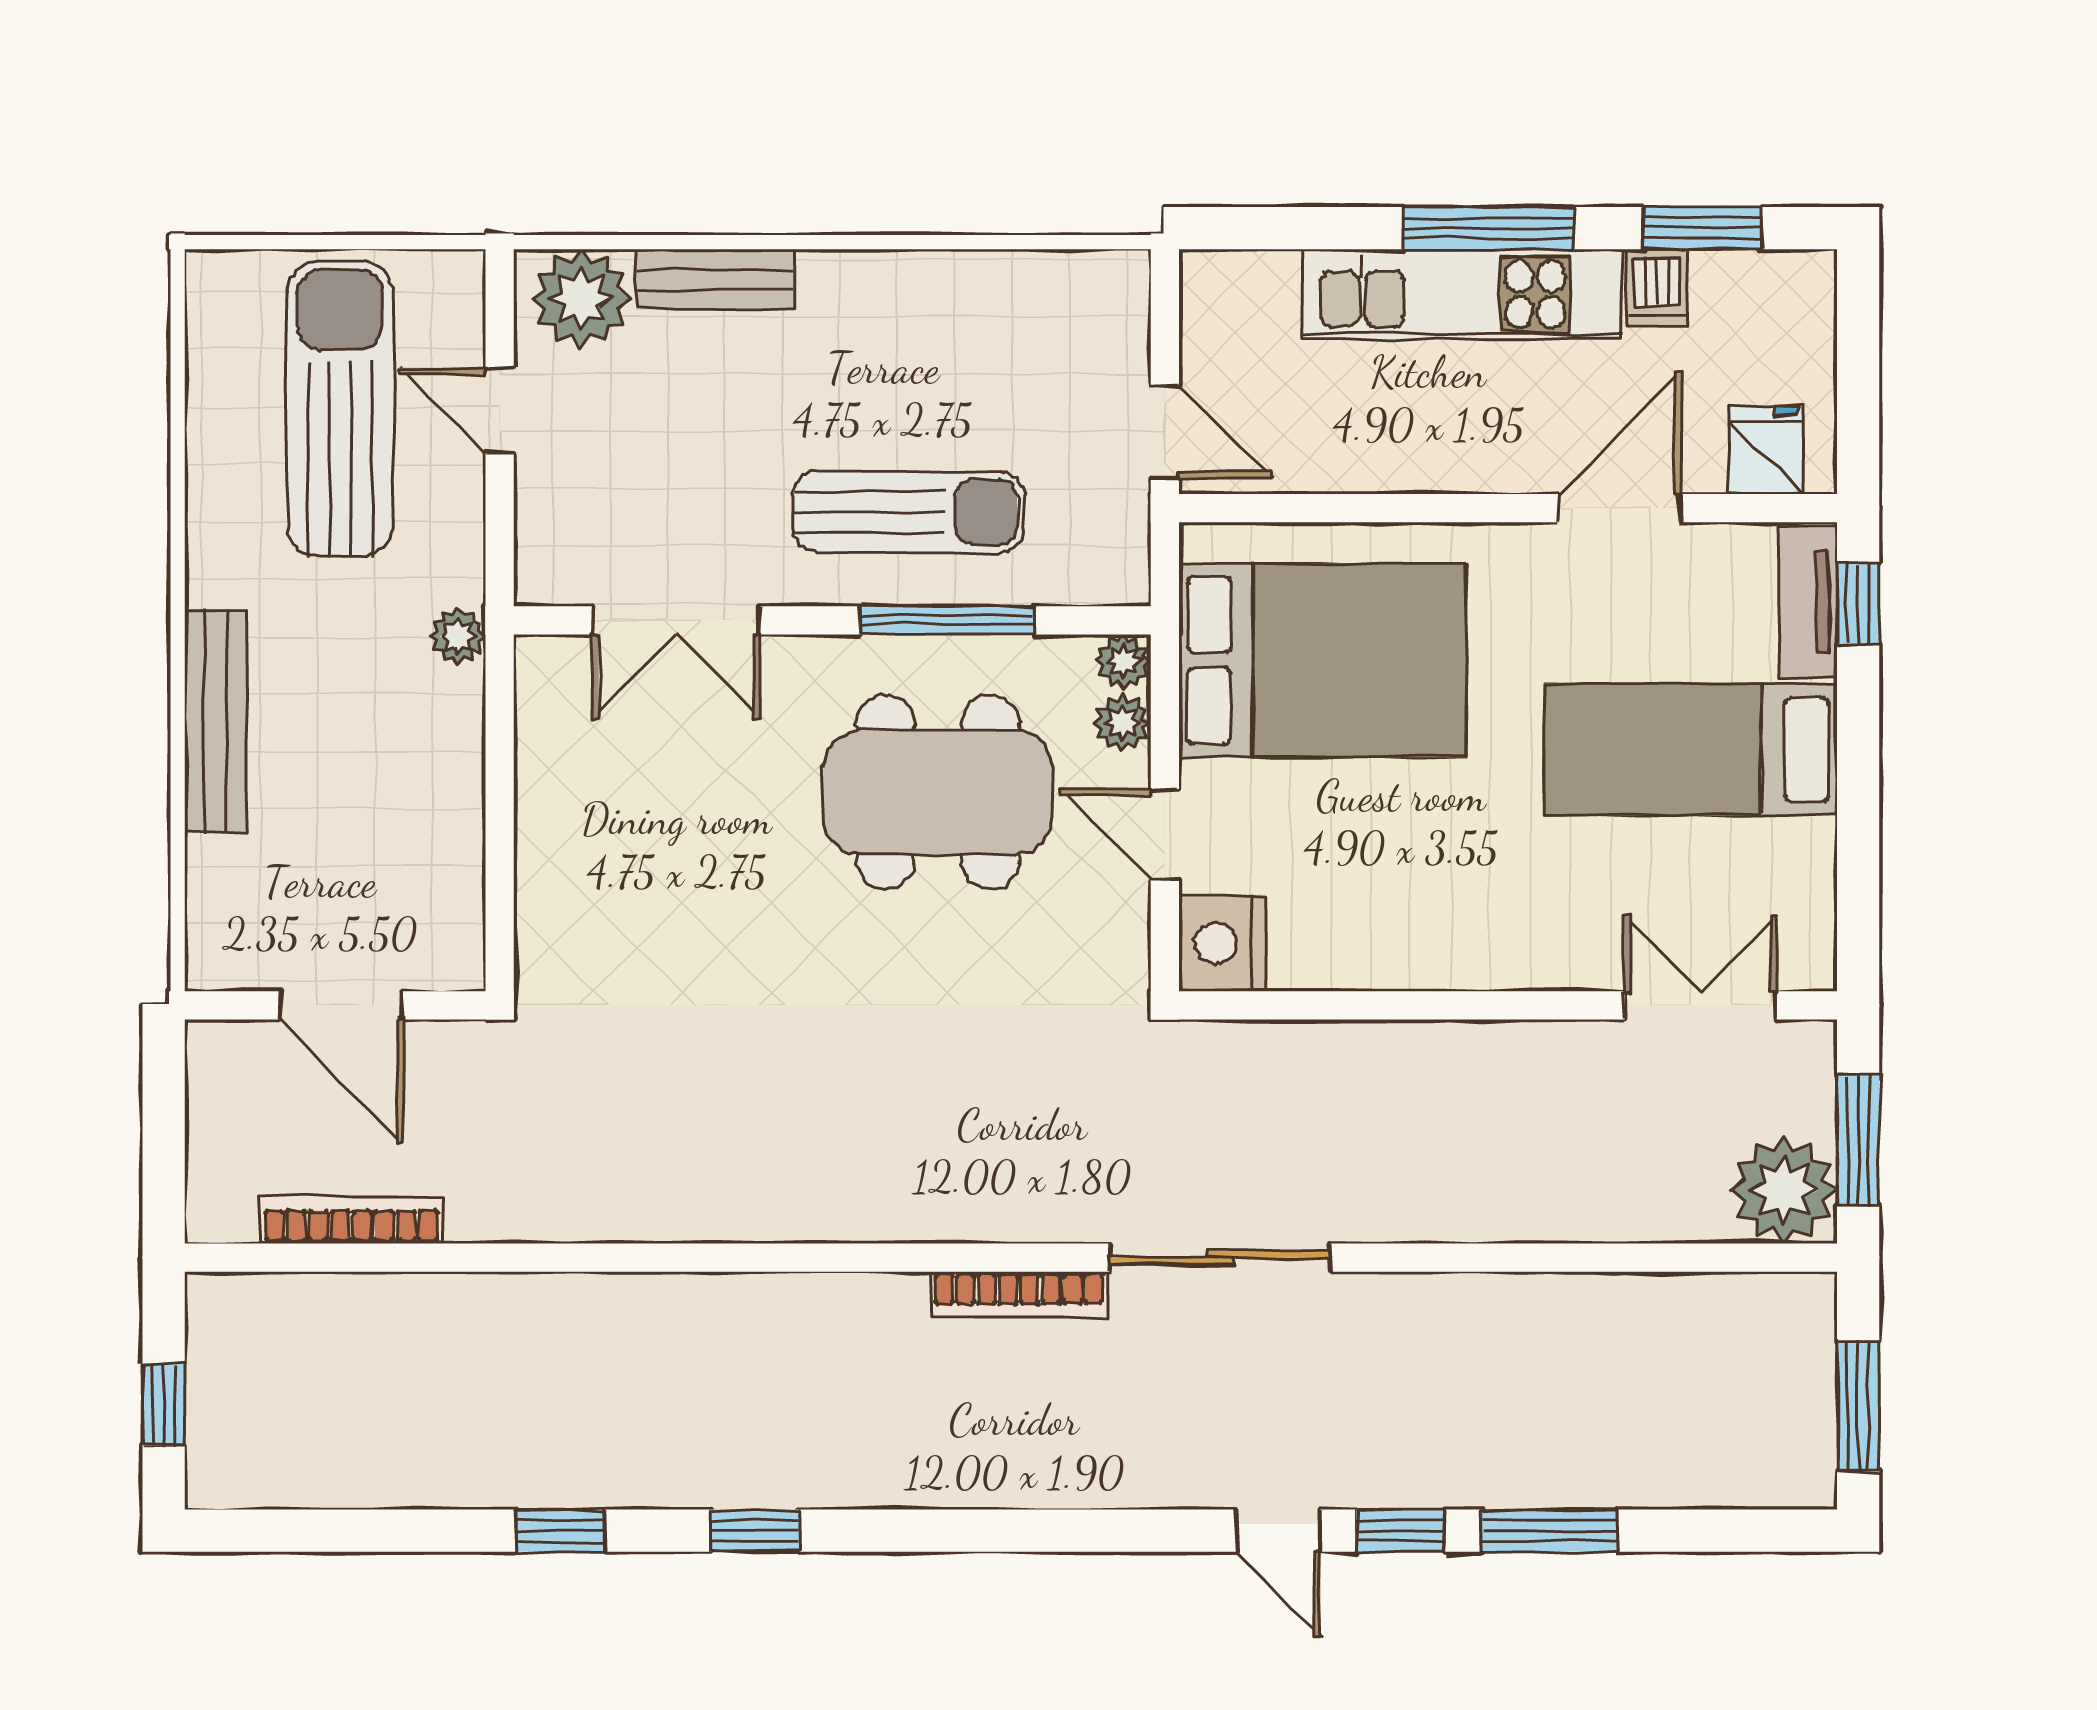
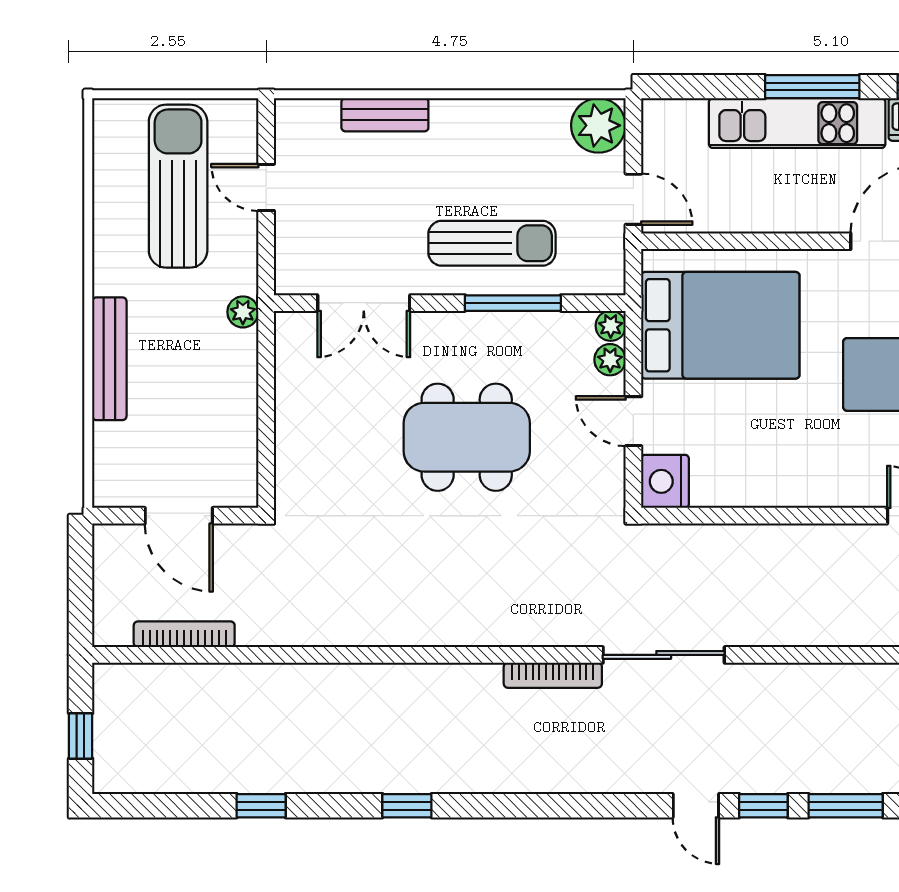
plant: (581, 299) -> (598, 125), moved
dining table: (938, 792) -> (467, 437), moved
window: (561, 1531) -> (261, 806), moved

